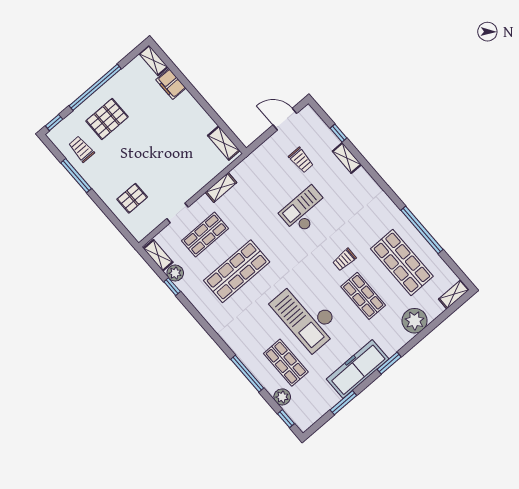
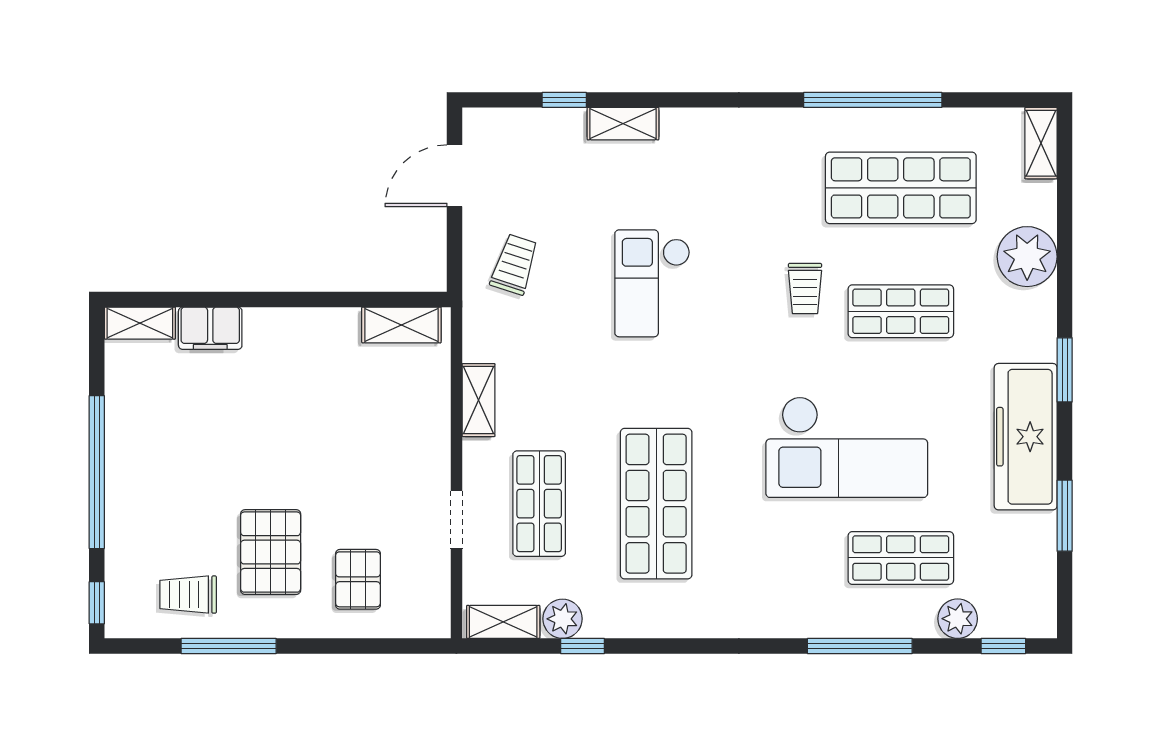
pallet: (107, 119) -> (271, 552), moved
trolley: (301, 160) -> (514, 264), moved, turned -72

